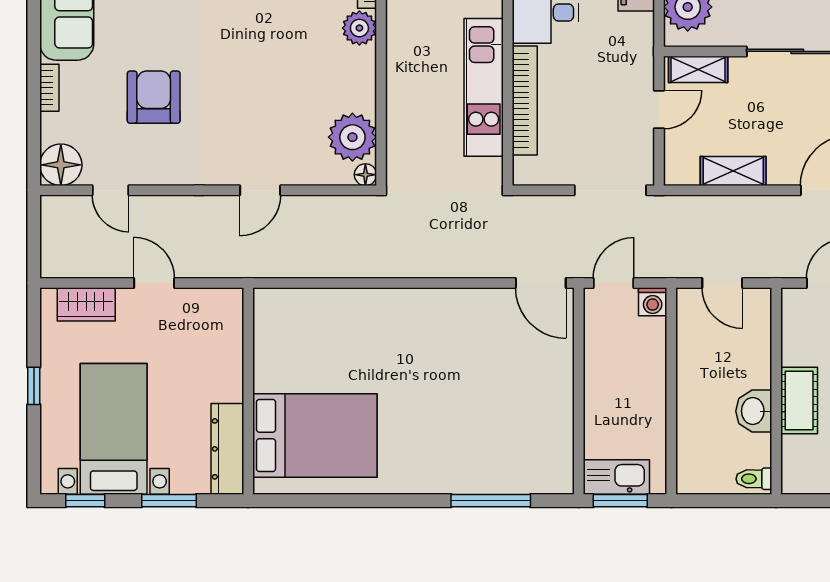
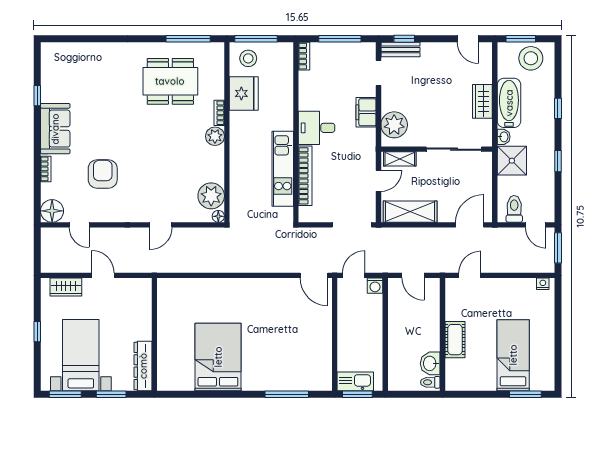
shelving: (733, 171) -> (410, 212), width x1.50, depth x1.33
washbasin: (754, 411) -> (430, 363), moved
bed: (315, 435) -> (218, 357), moved, turned -90
window: (85, 501) -> (65, 394), width x1.50

